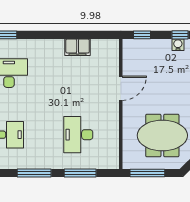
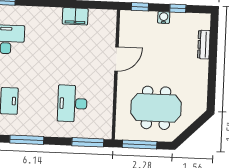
water cooler: (178, 45) -> (164, 18), moved
window: (80, 173) -> (88, 142), moved

